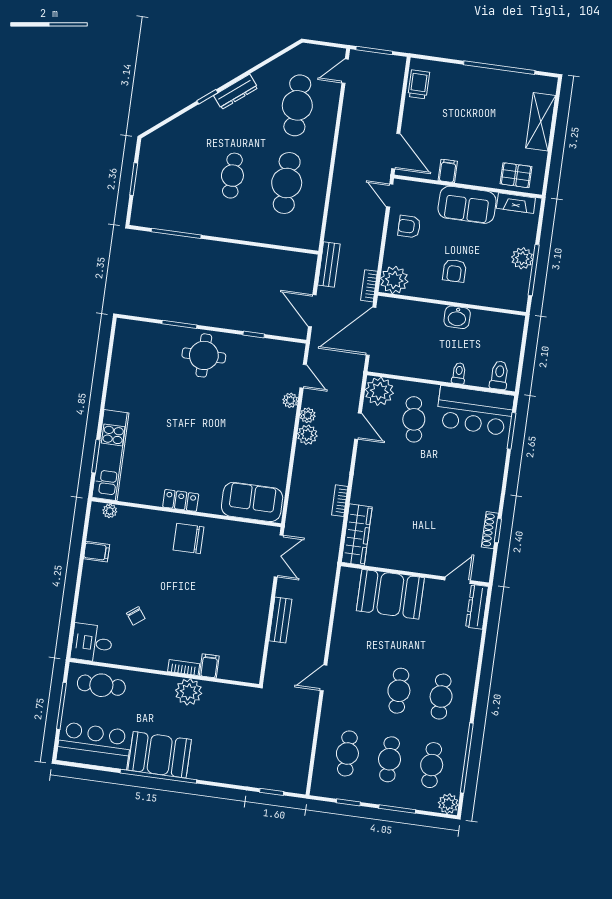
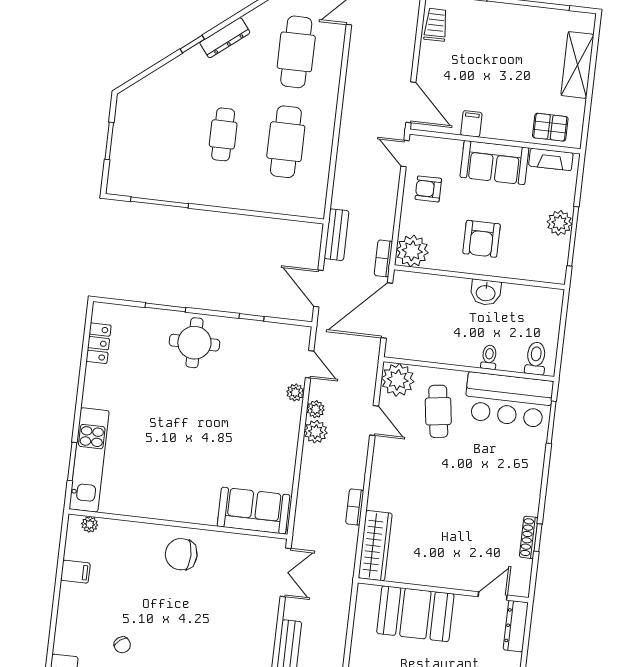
armchair: (454, 271) -> (482, 239), width x1.38, depth x1.38
locker: (181, 500) -> (99, 343), moved, turned 90

